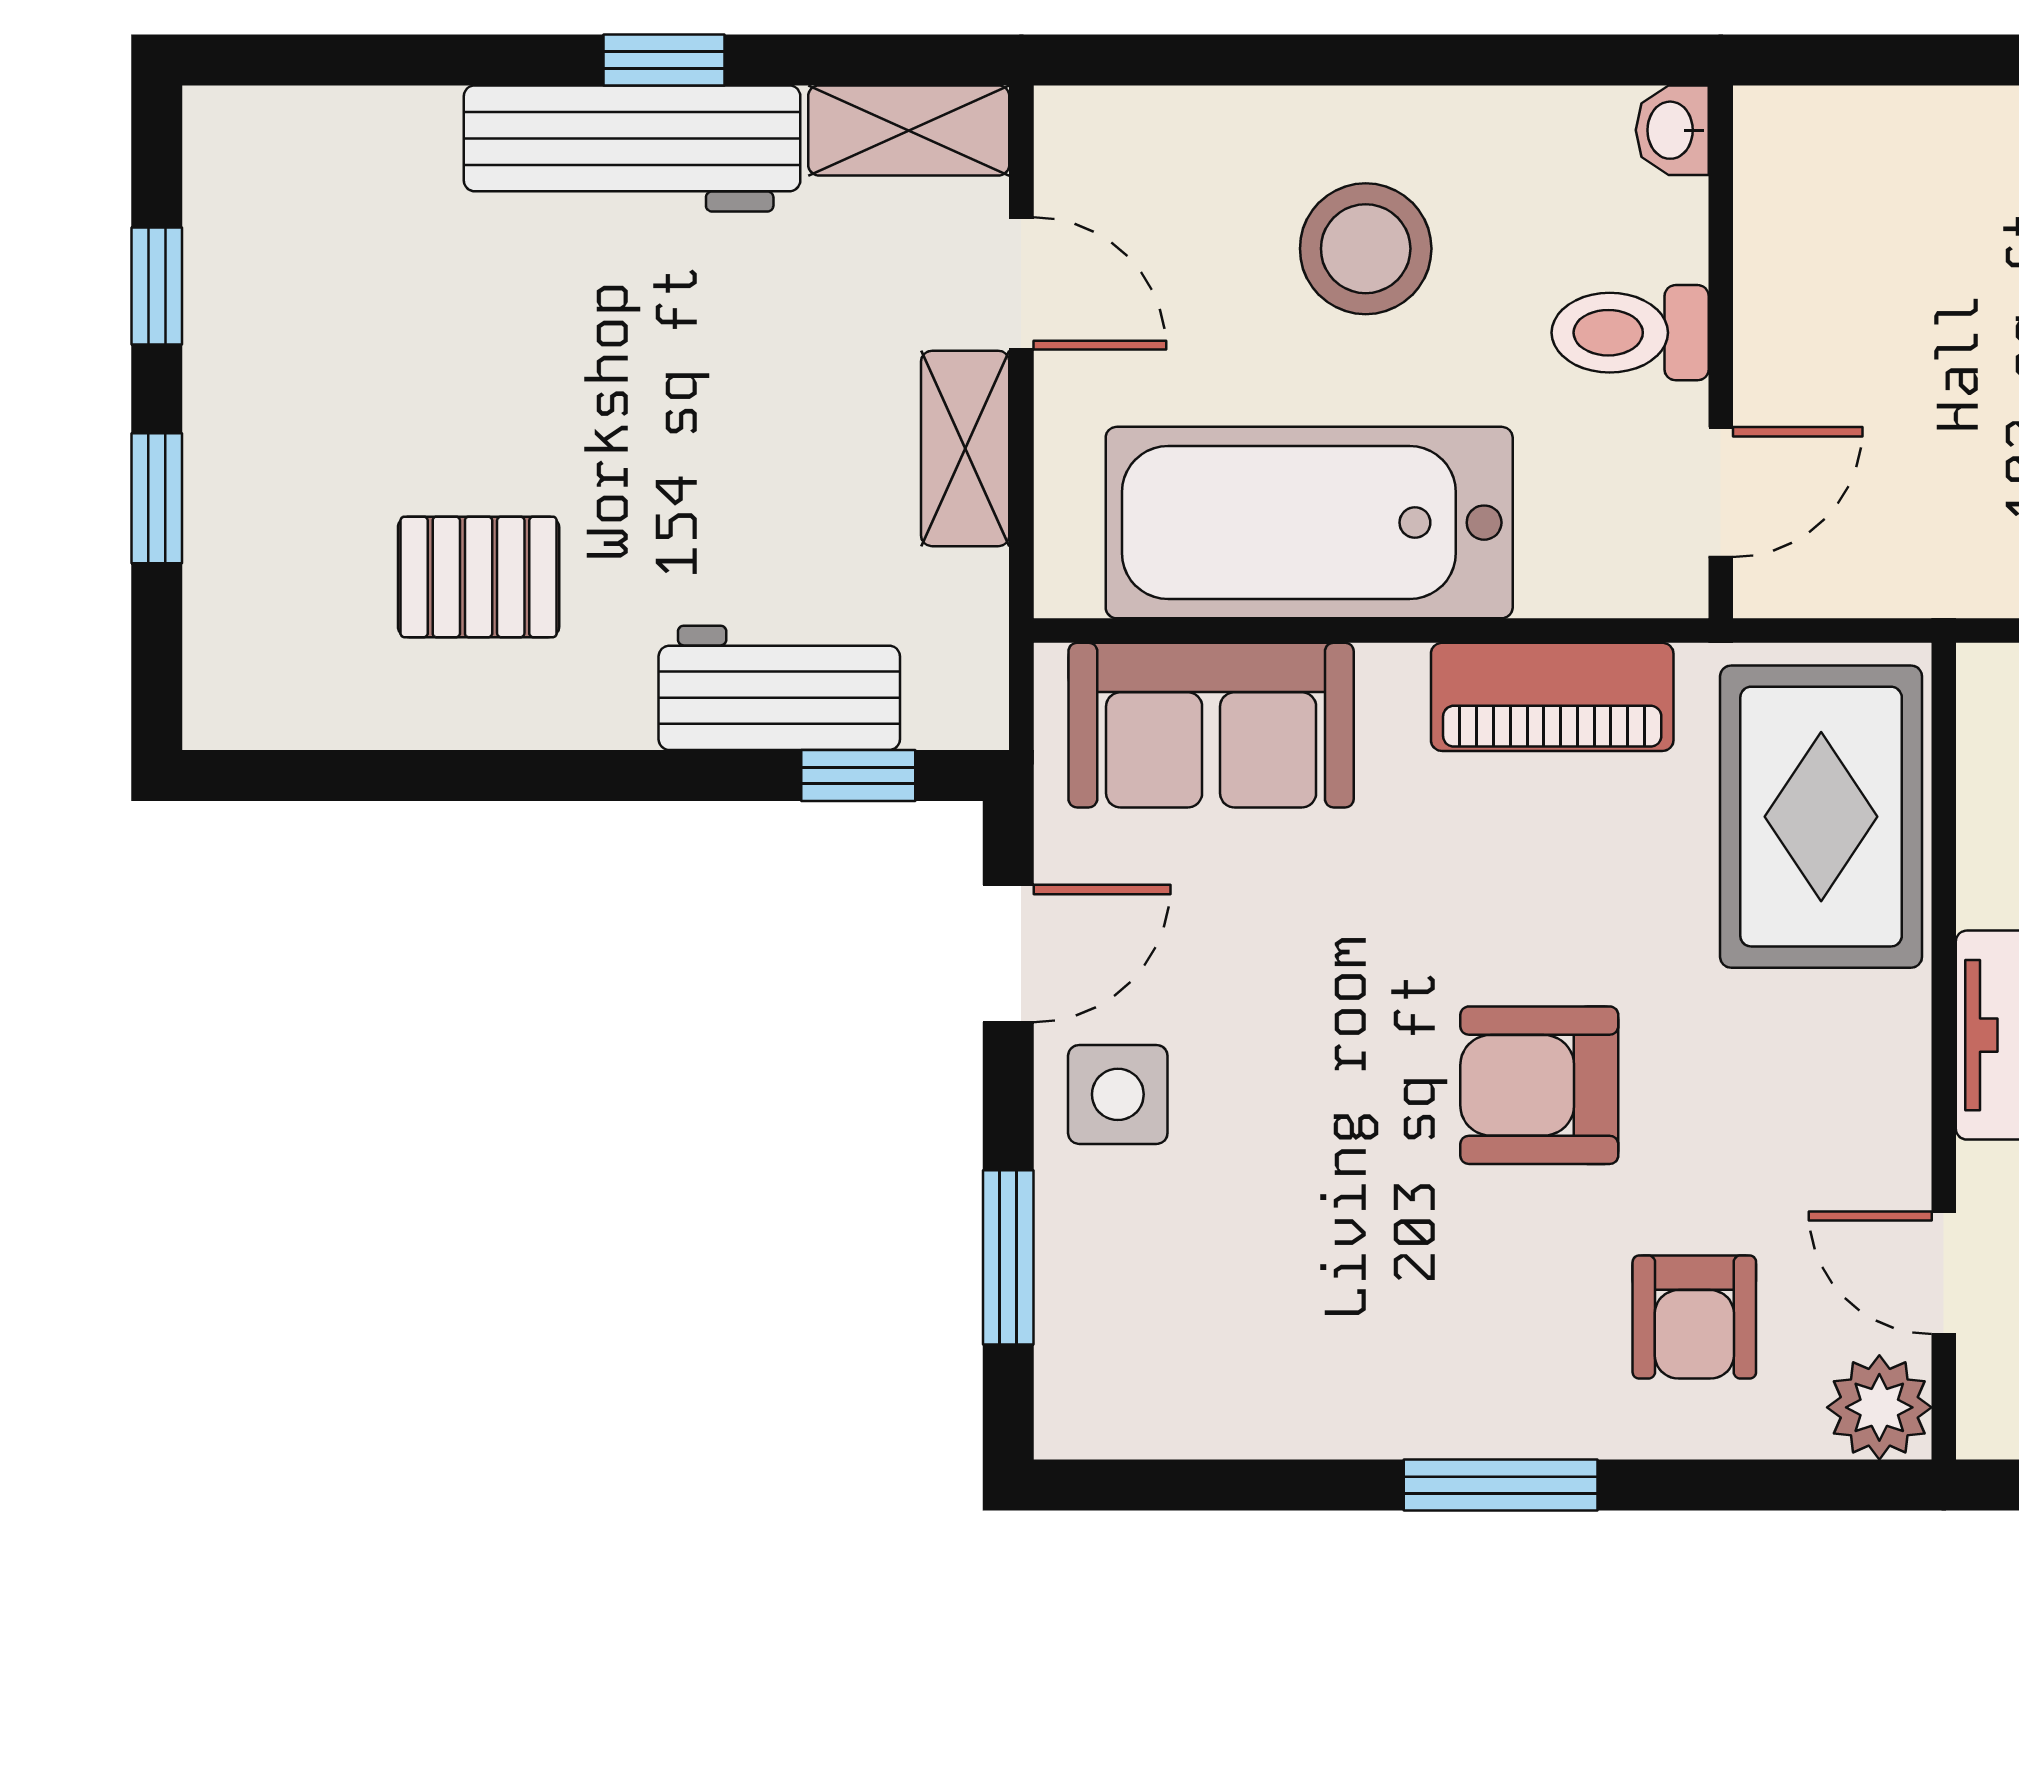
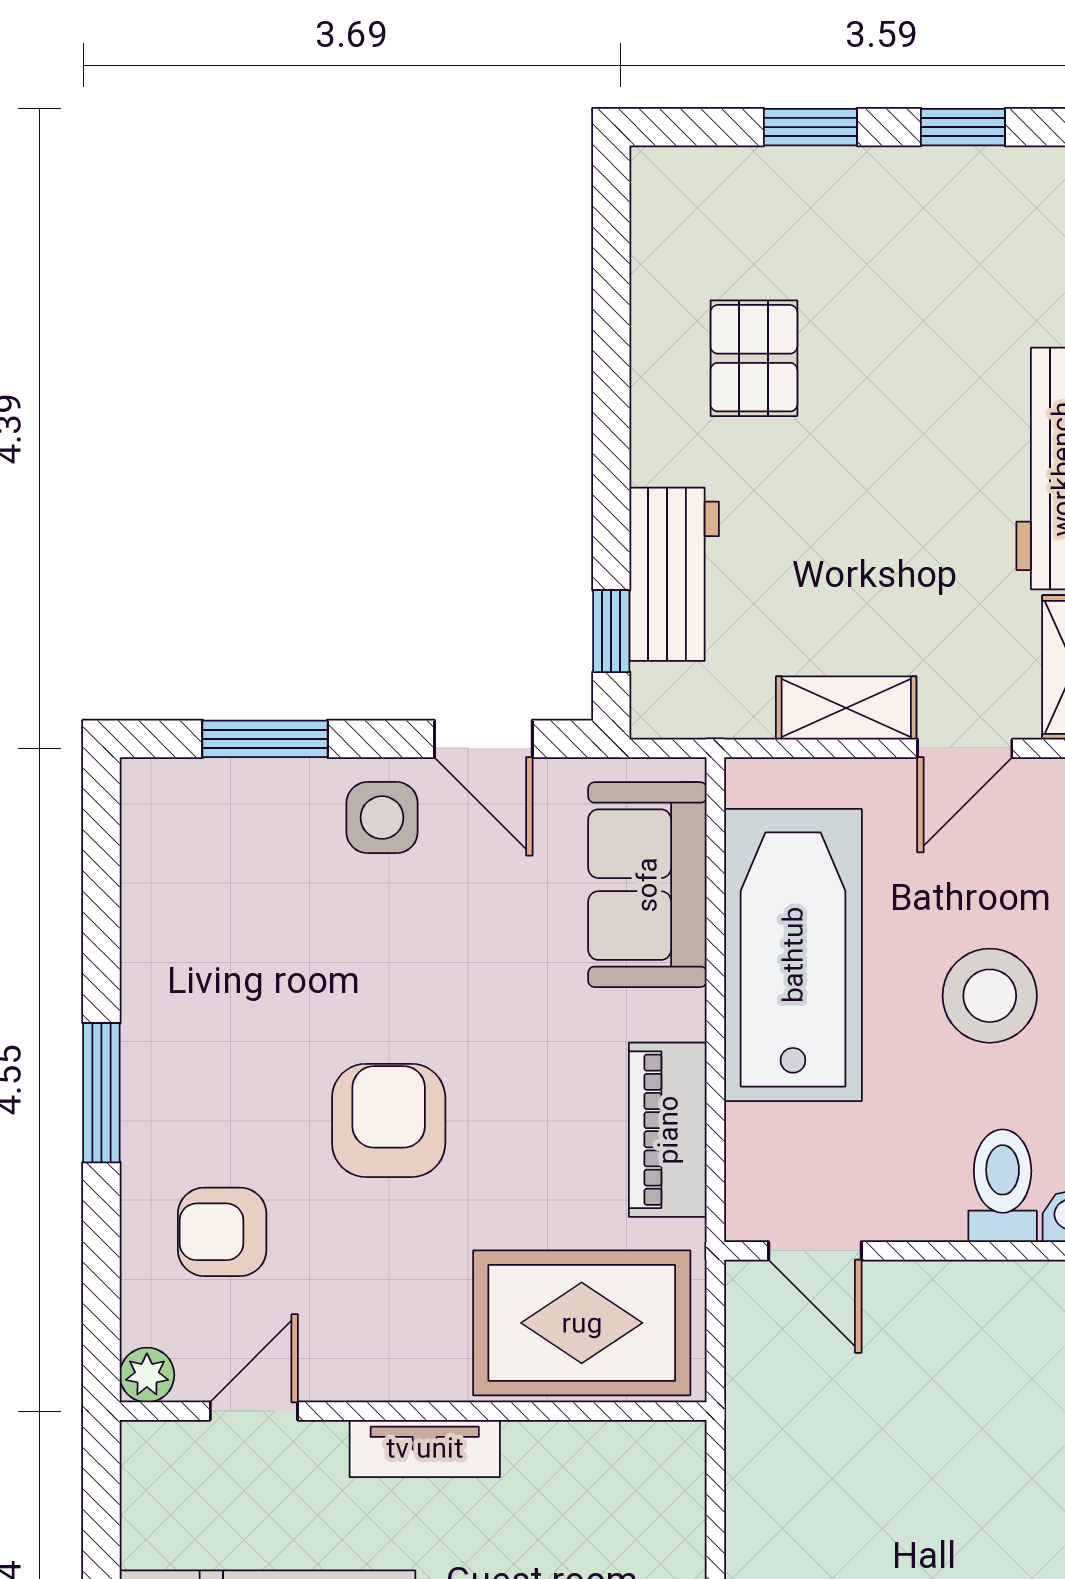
toilet: (1630, 333) -> (1003, 1186), moved
plant: (1879, 1407) -> (147, 1375), width x0.73, depth x0.73

